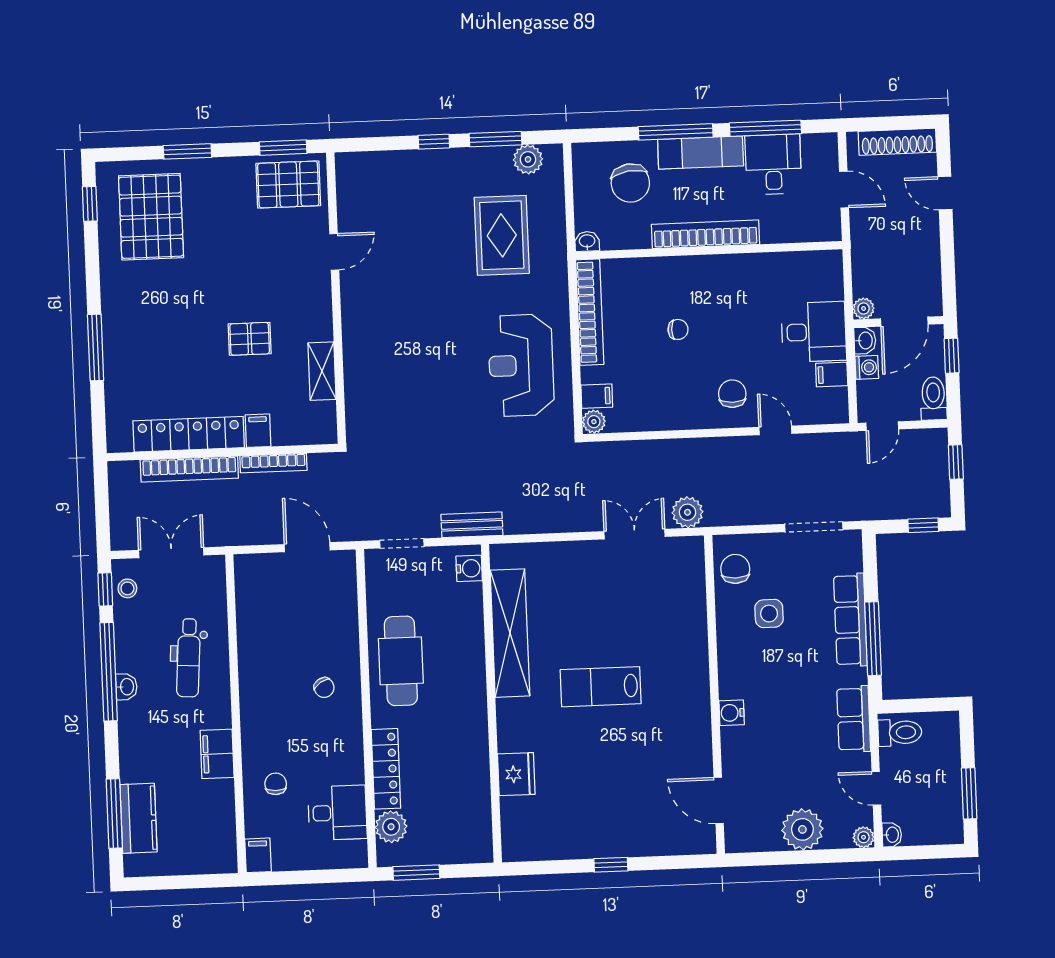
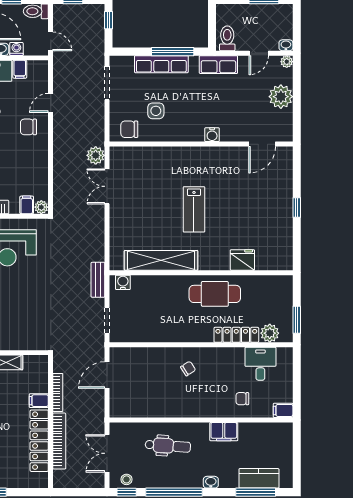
cafe table: (401, 661) -> (215, 294), moved
washbasin: (126, 687) -> (211, 482), moved

